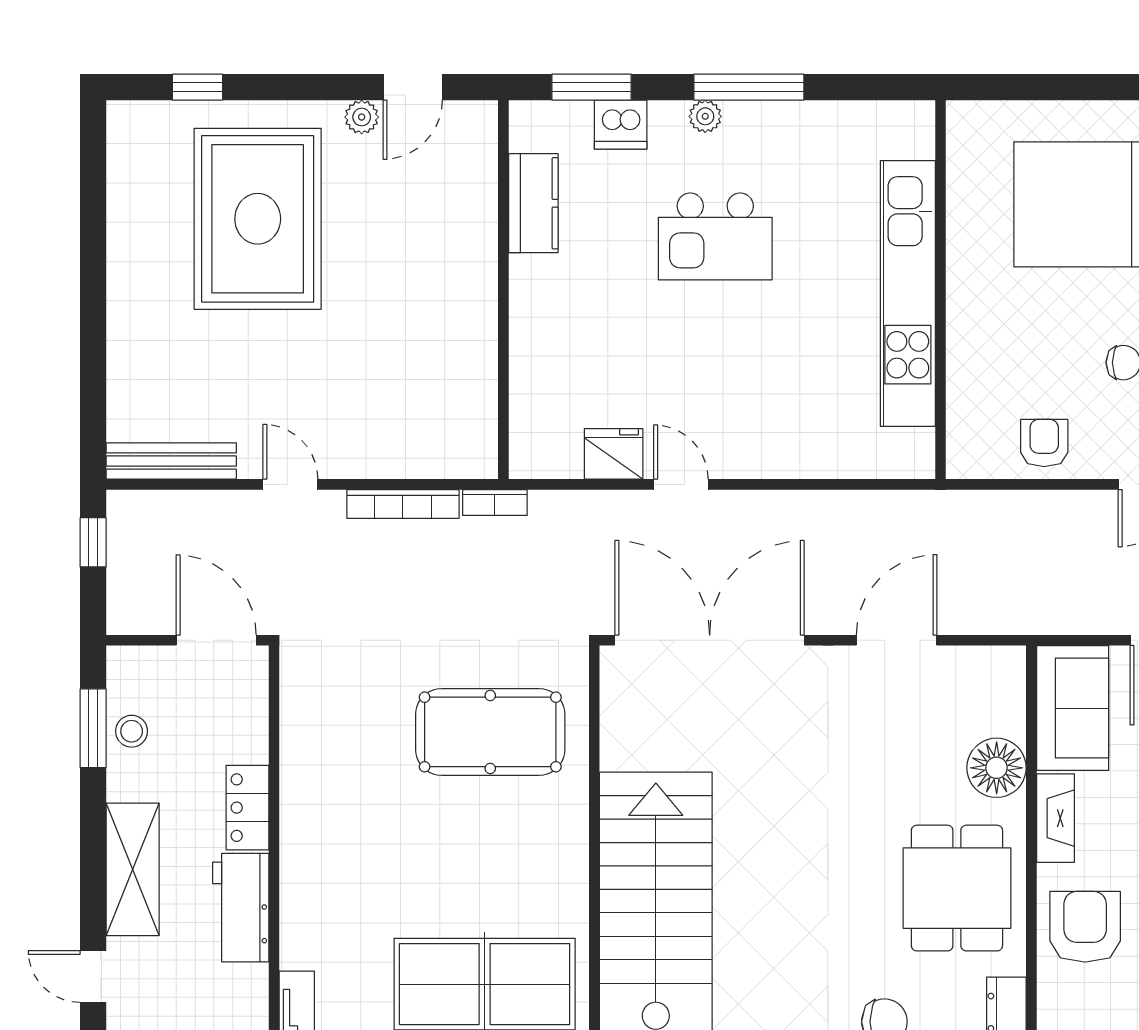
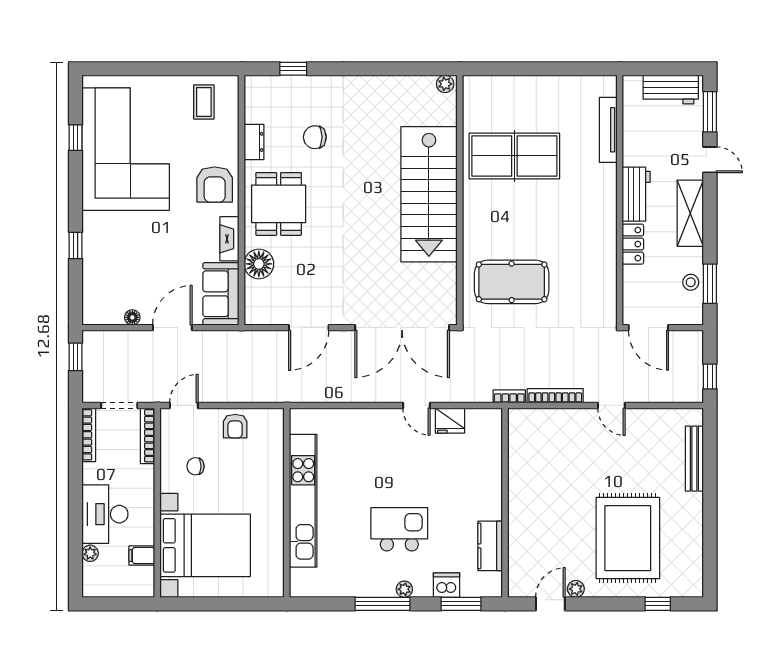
bench: (171, 461) -> (694, 459), moved, turned 90

